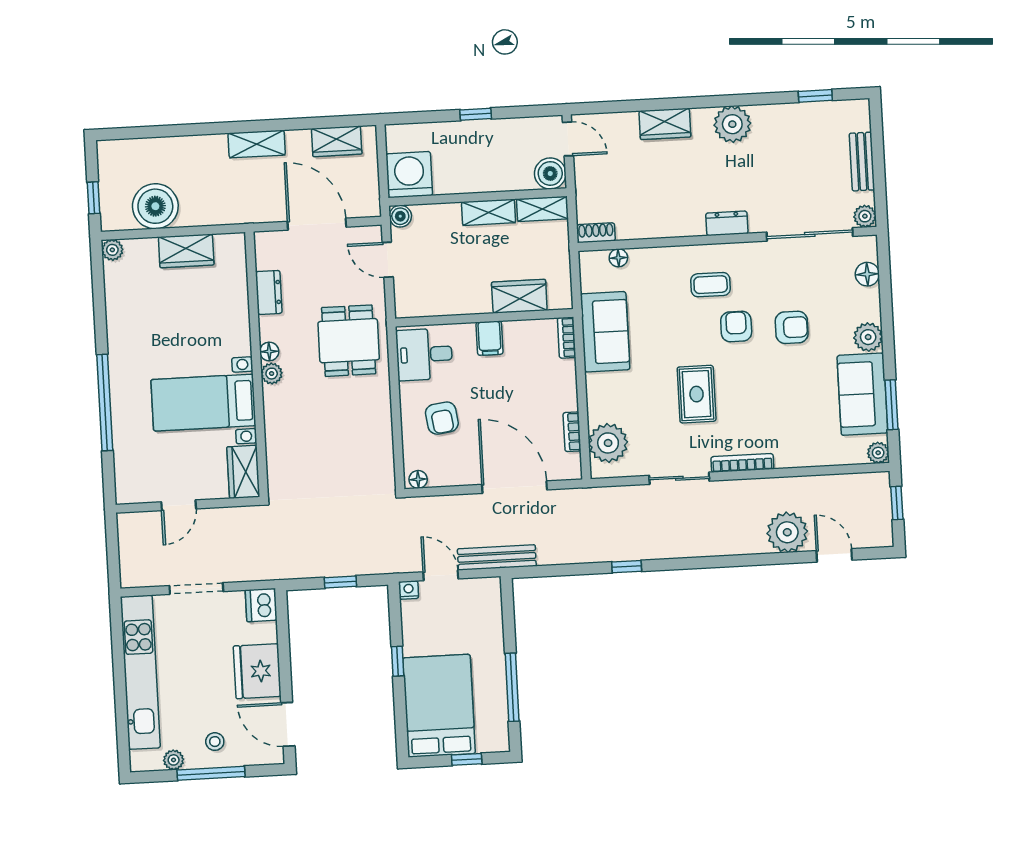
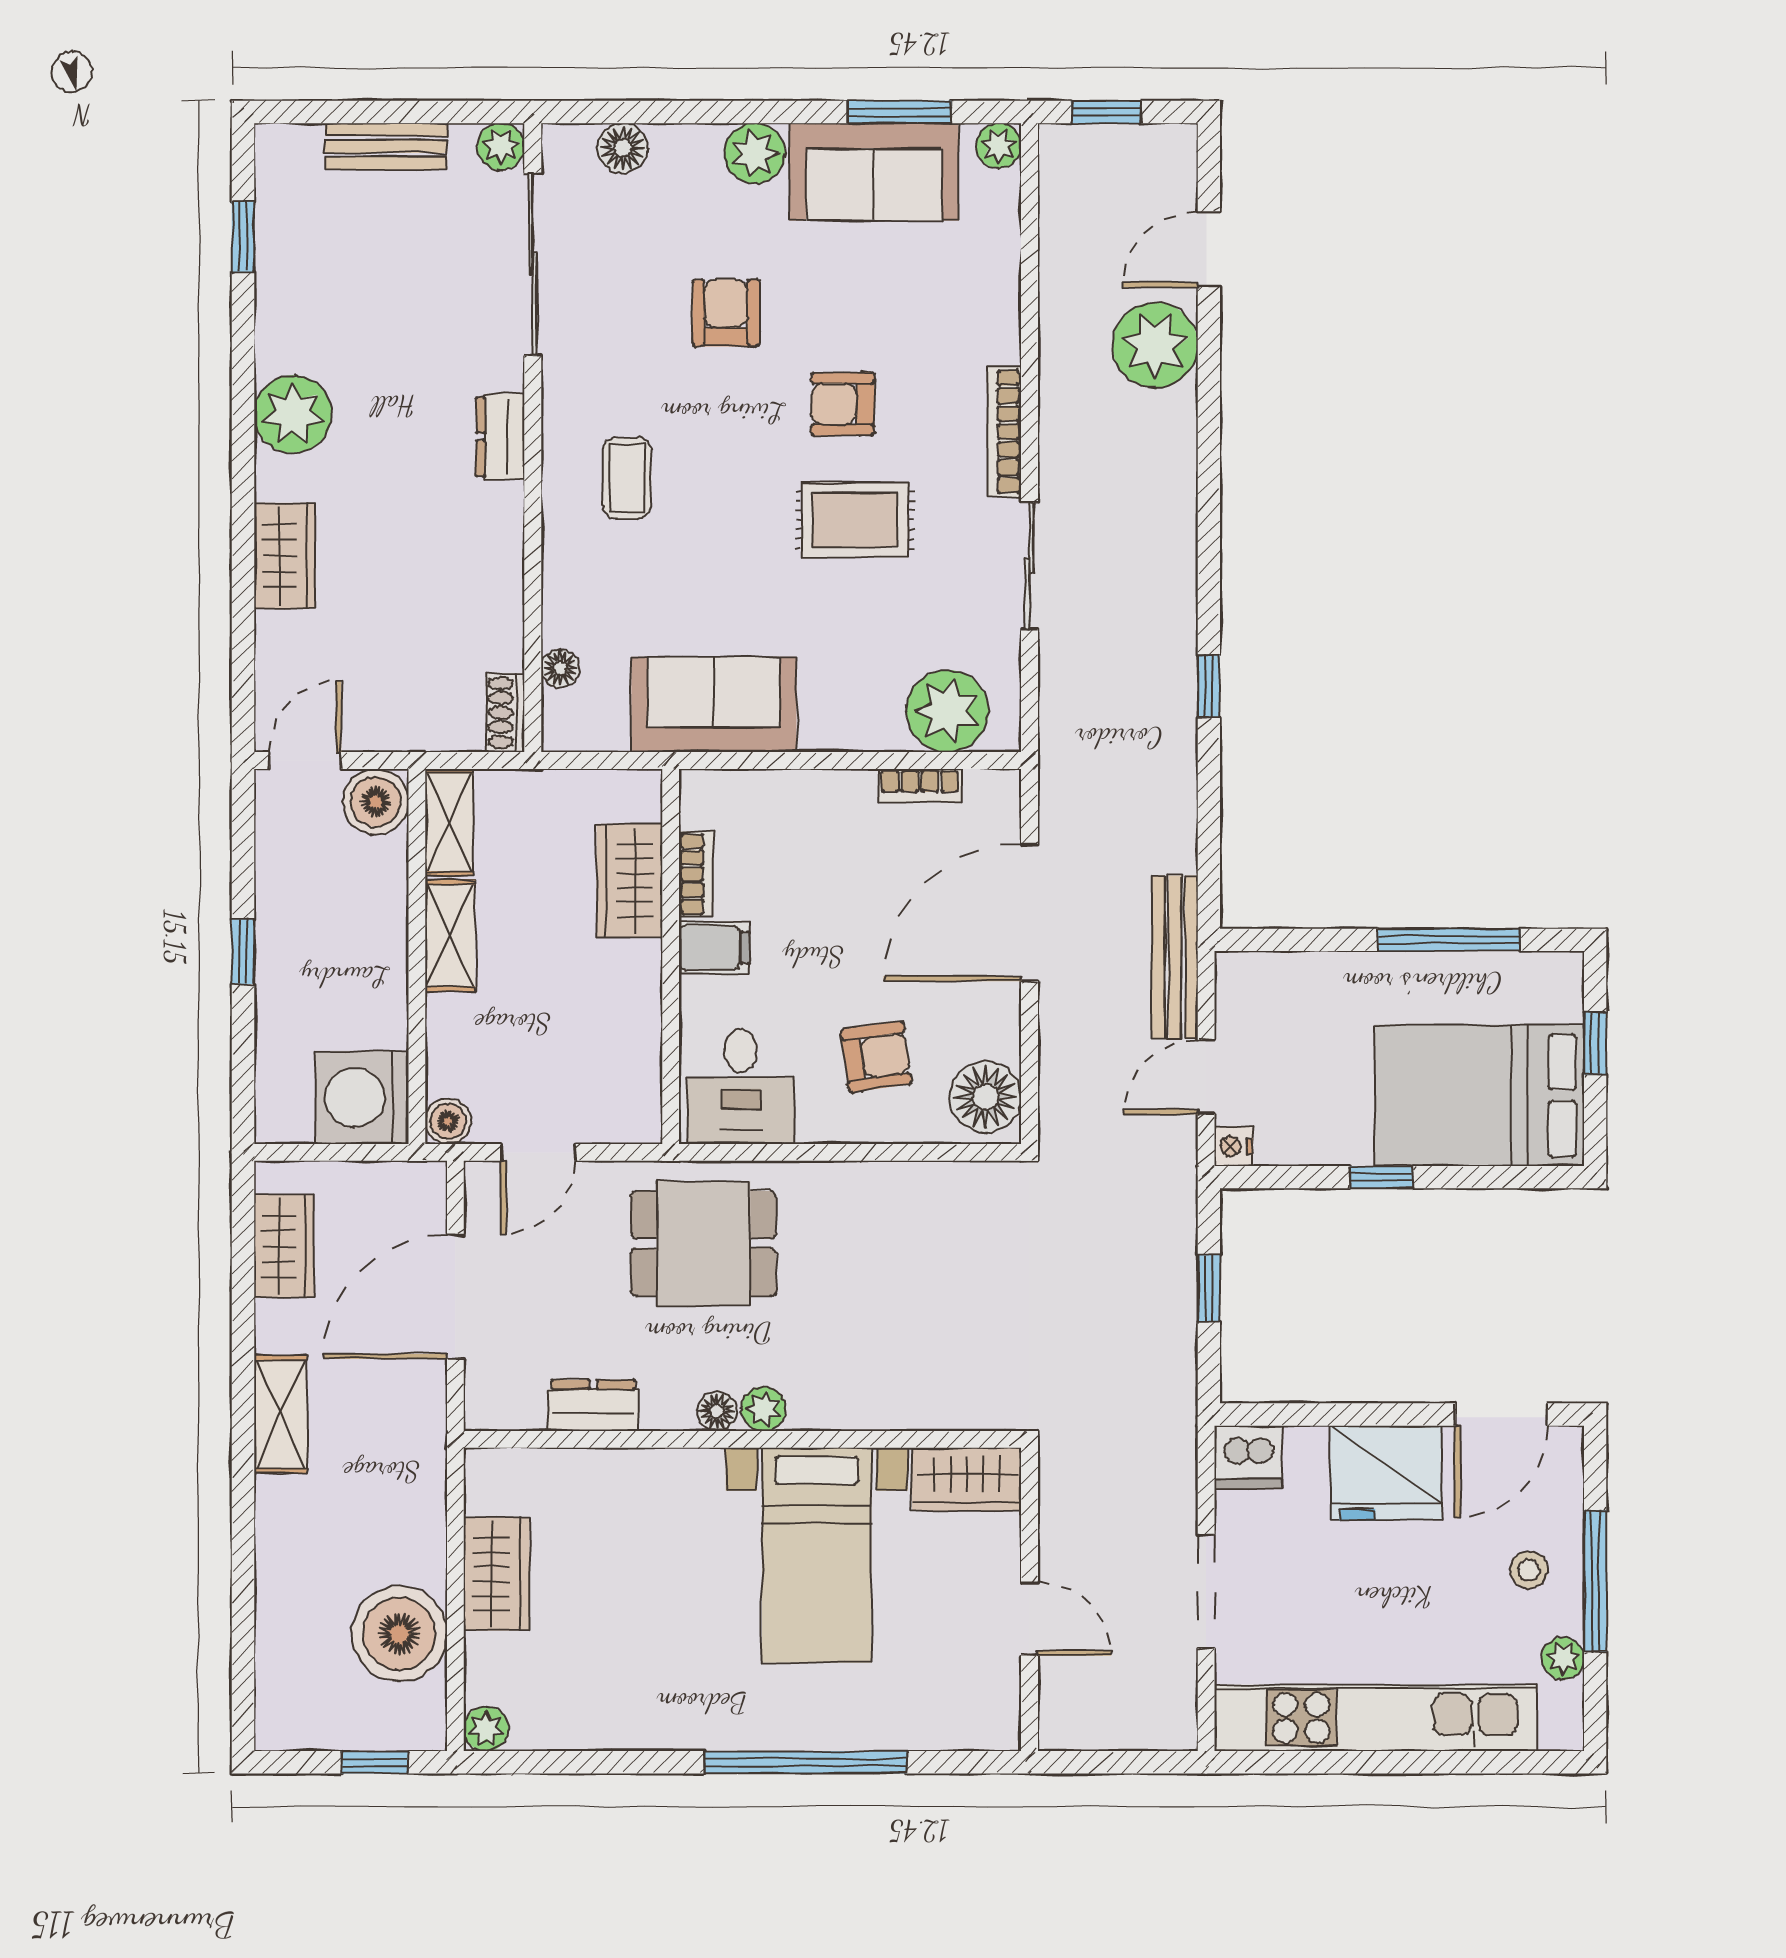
armchair: (736, 327) -> (843, 404), moved
bookcase: (567, 338) -> (696, 874), moved, turned -90
floor lamp: (418, 479) -> (986, 1097), width x1.89, depth x1.89

